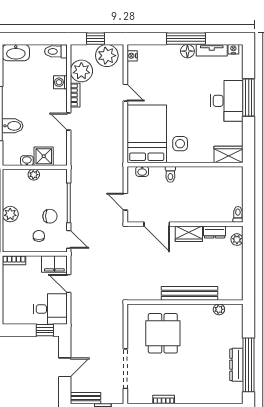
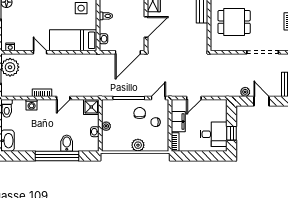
plant: (81, 71) -> (245, 92), moved, width x0.53, depth x0.53
door: (125, 93) -> (40, 52), hinge flipped
bed: (147, 134) -> (73, 40), width x0.67
shower: (44, 156) -> (91, 107), moved
door: (125, 202) -> (128, 52), width x1.87
filing cabinet: (54, 264) -> (178, 122), moved
desk: (50, 309) -> (214, 134), moved, turned 90
window: (45, 330) -> (232, 133), moved

